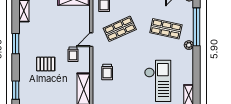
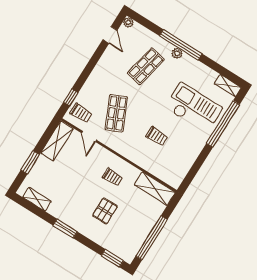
window: (196, 27) -> (181, 45), moved
door: (91, 40) -> (89, 136), moved
trolley: (107, 72) -> (157, 136), moved

